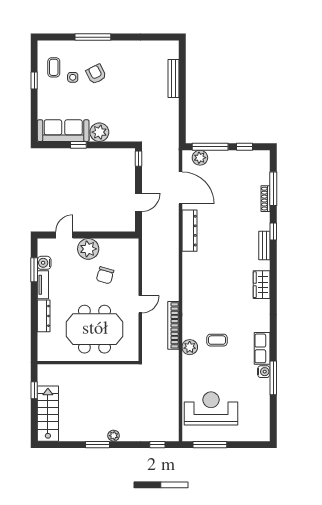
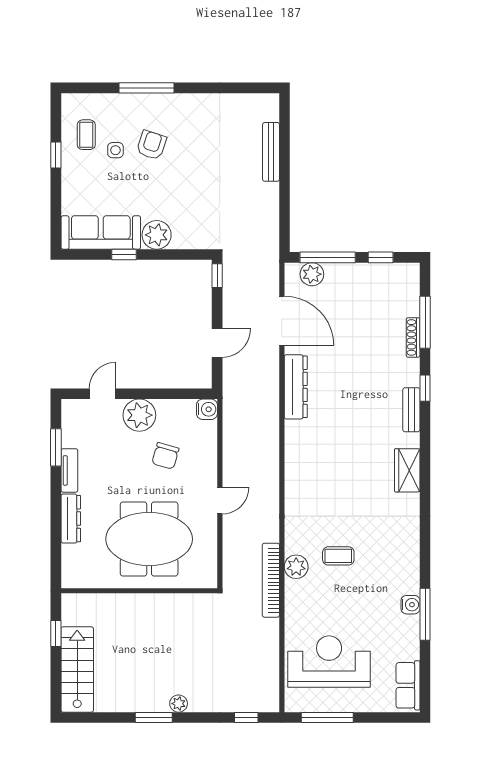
armchair: (96, 74) -> (151, 145), turned 45
water cooler: (44, 263) -> (207, 409), moved, turned 180
bookcase: (173, 325) -> (271, 580), moved
row of seats: (262, 348) -> (408, 685), moved

